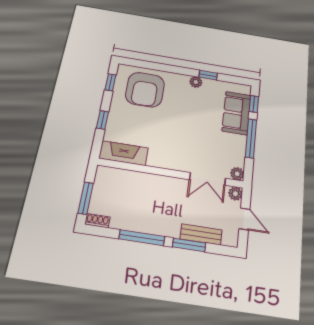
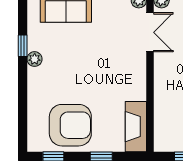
armchair: (145, 90) -> (70, 125), moved

